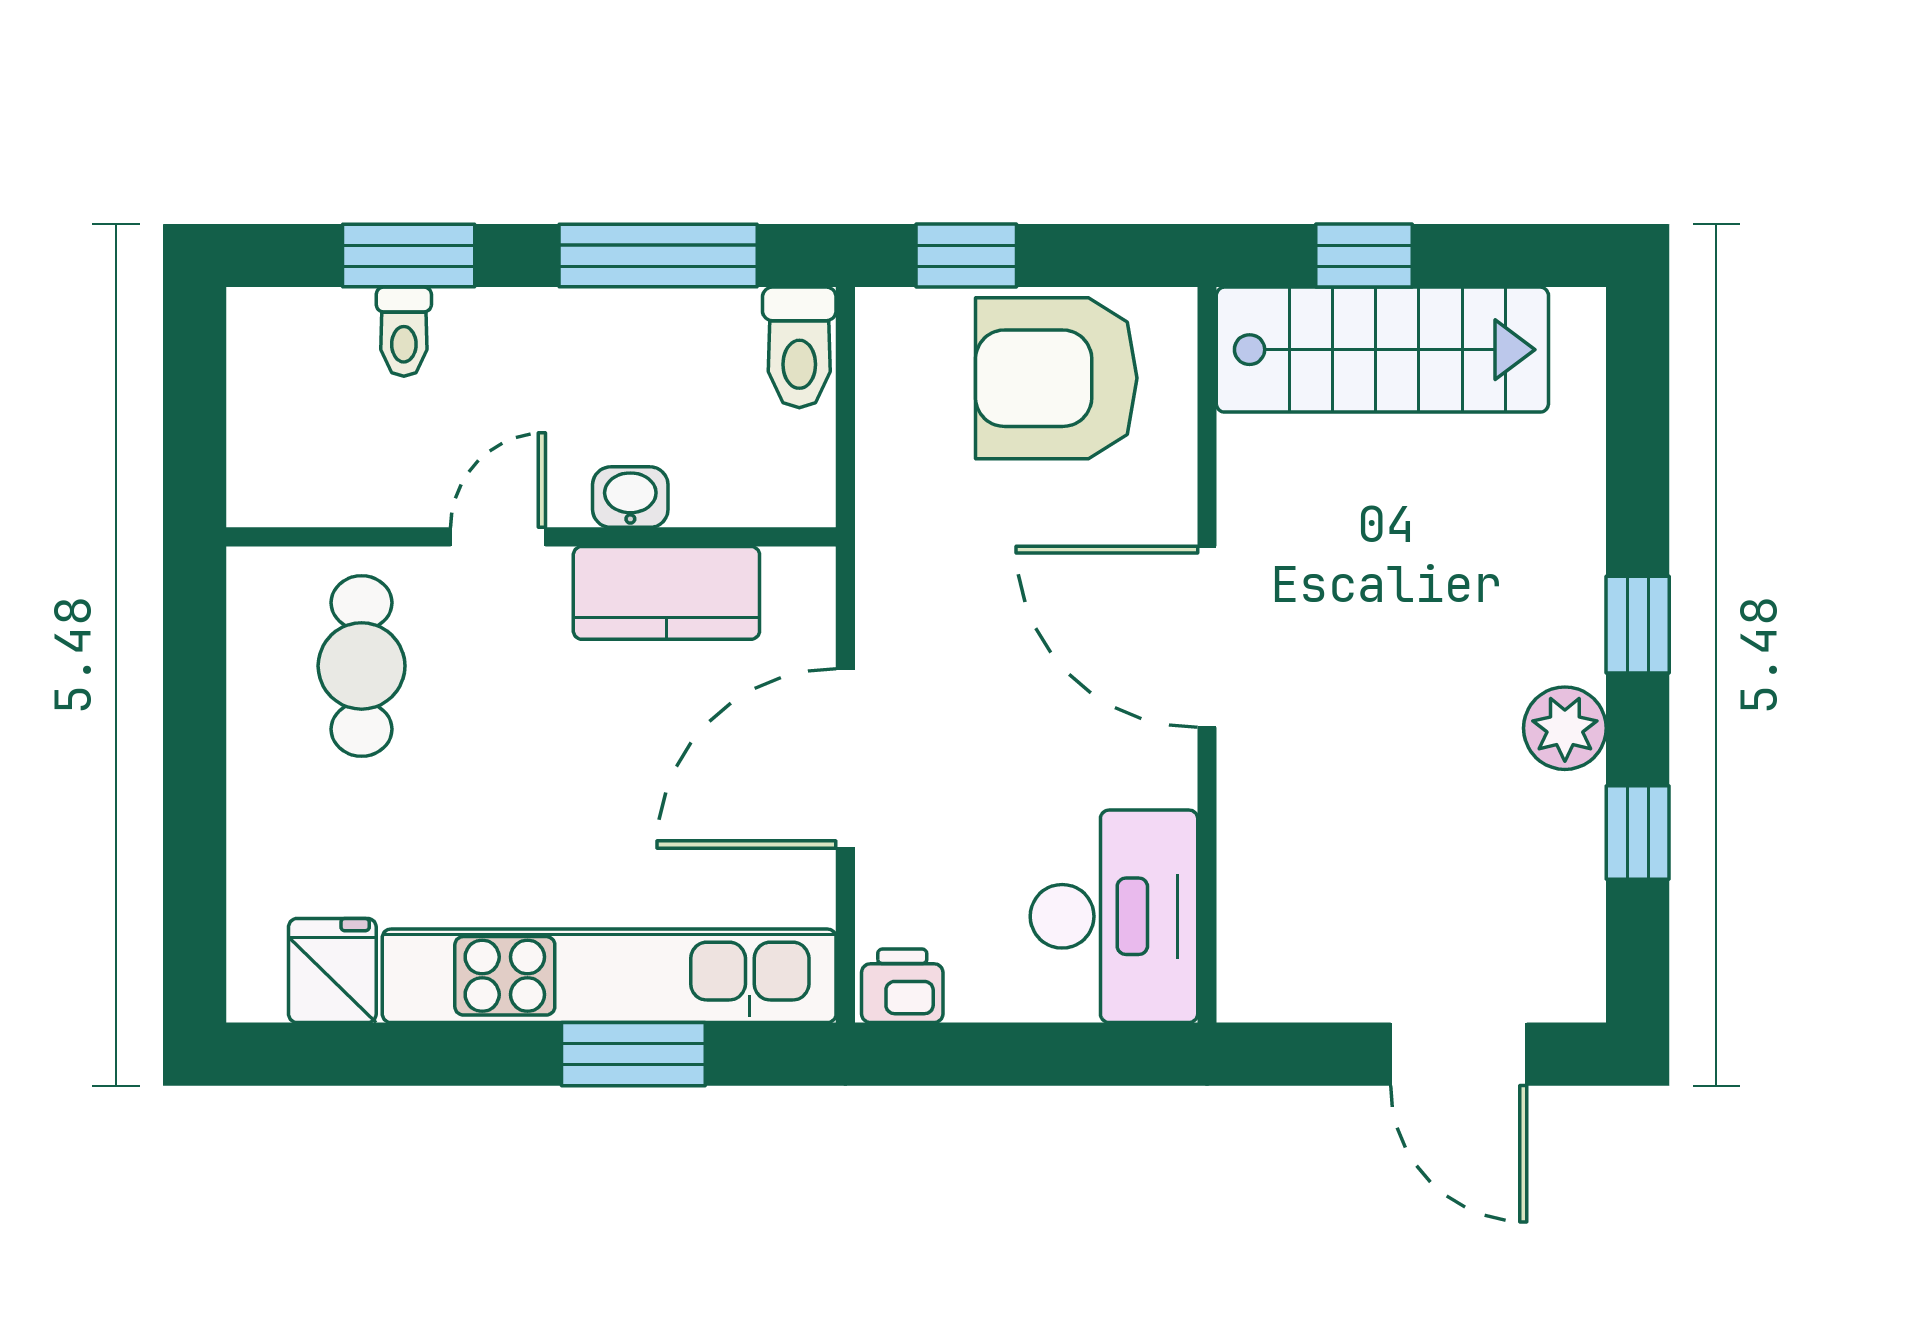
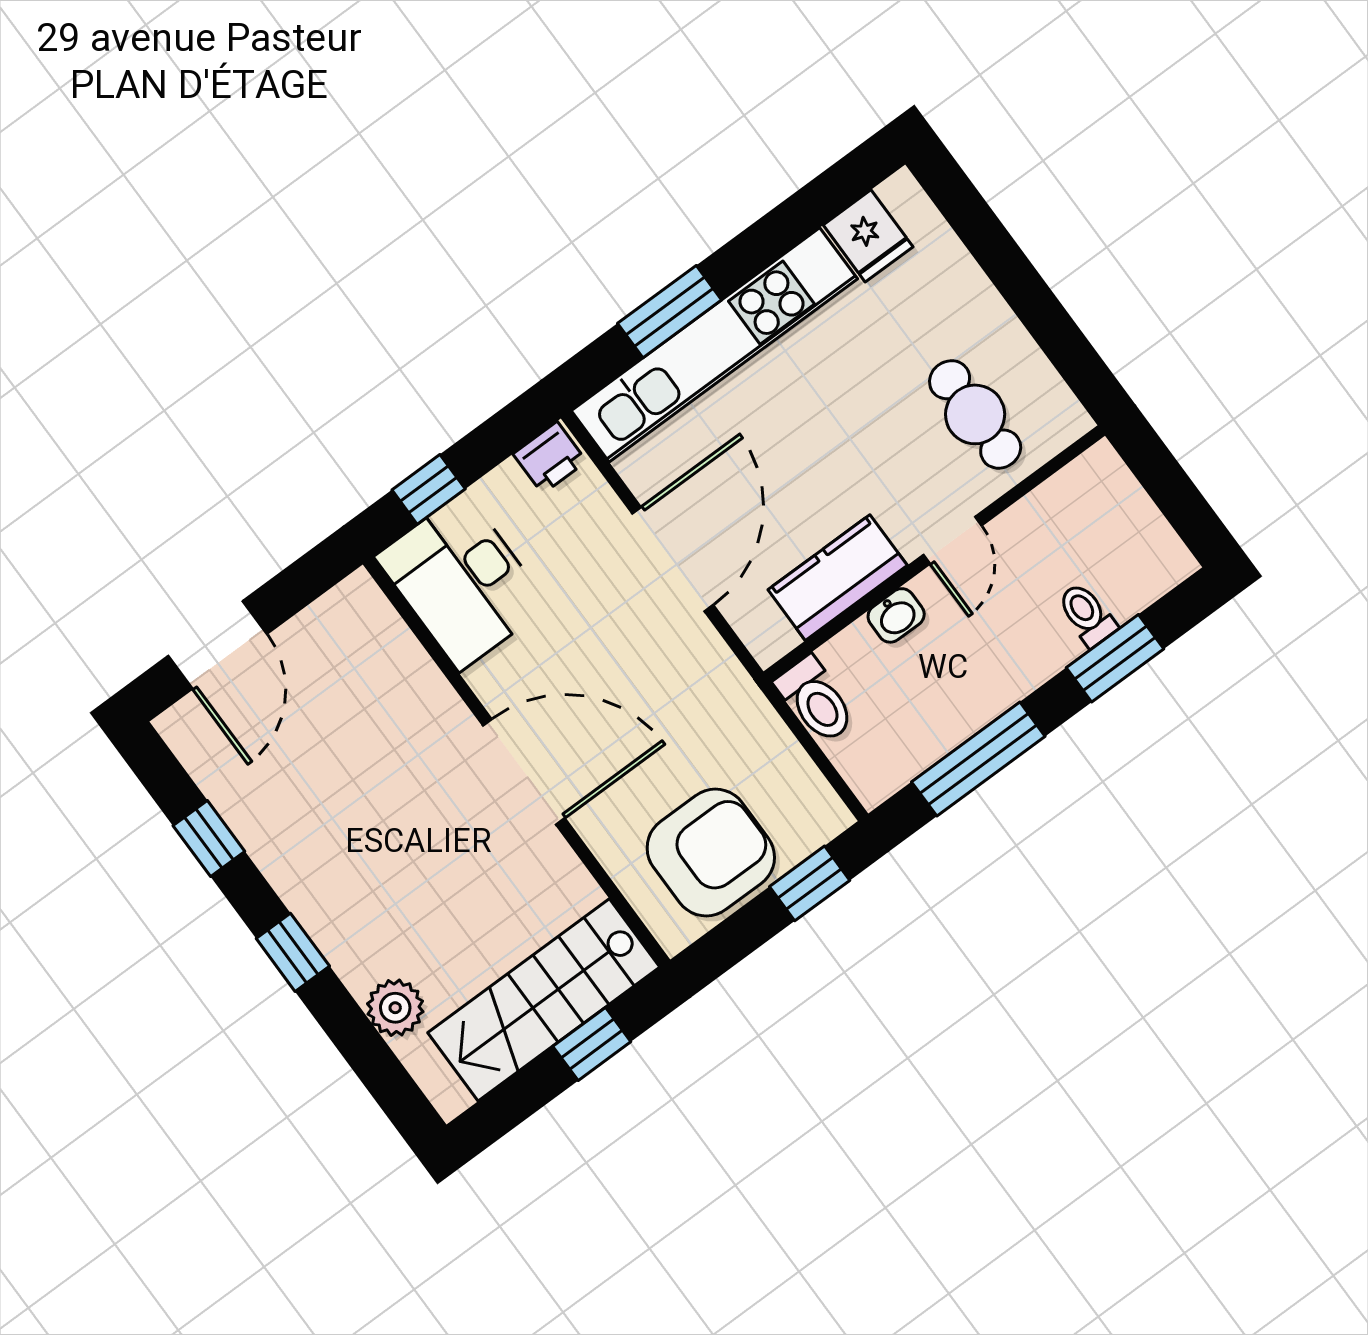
toilet: (799, 347) -> (816, 700), moved, turned 180
plant: (1565, 728) -> (395, 1008), moved
window: (1073, 1054) -> (429, 489), added
door: (1459, 1054) -> (218, 645), swing flipped

